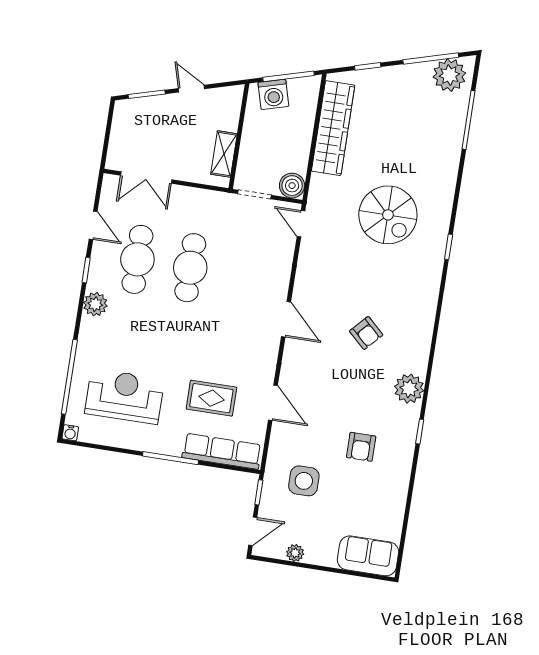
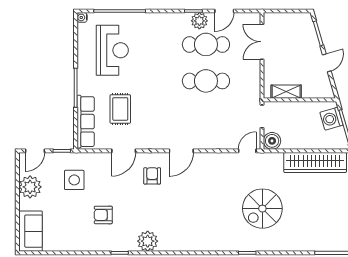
plant: (95, 304) -> (199, 21), moved
armchair: (366, 333) -> (152, 176), moved, turned 137
door: (253, 531) -> (35, 151), hinge flipped
plant: (295, 553) -> (30, 187), width x1.87, depth x1.87

